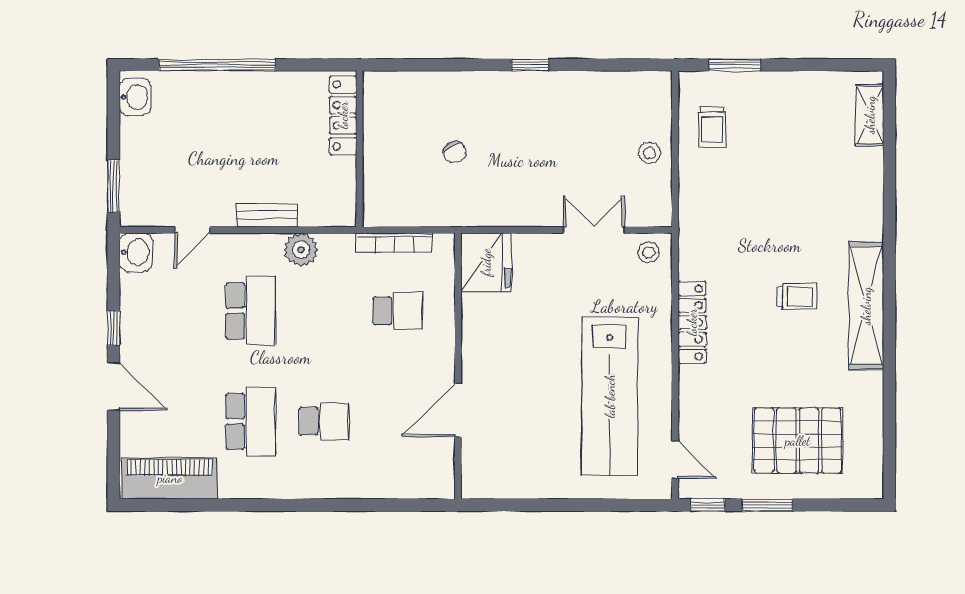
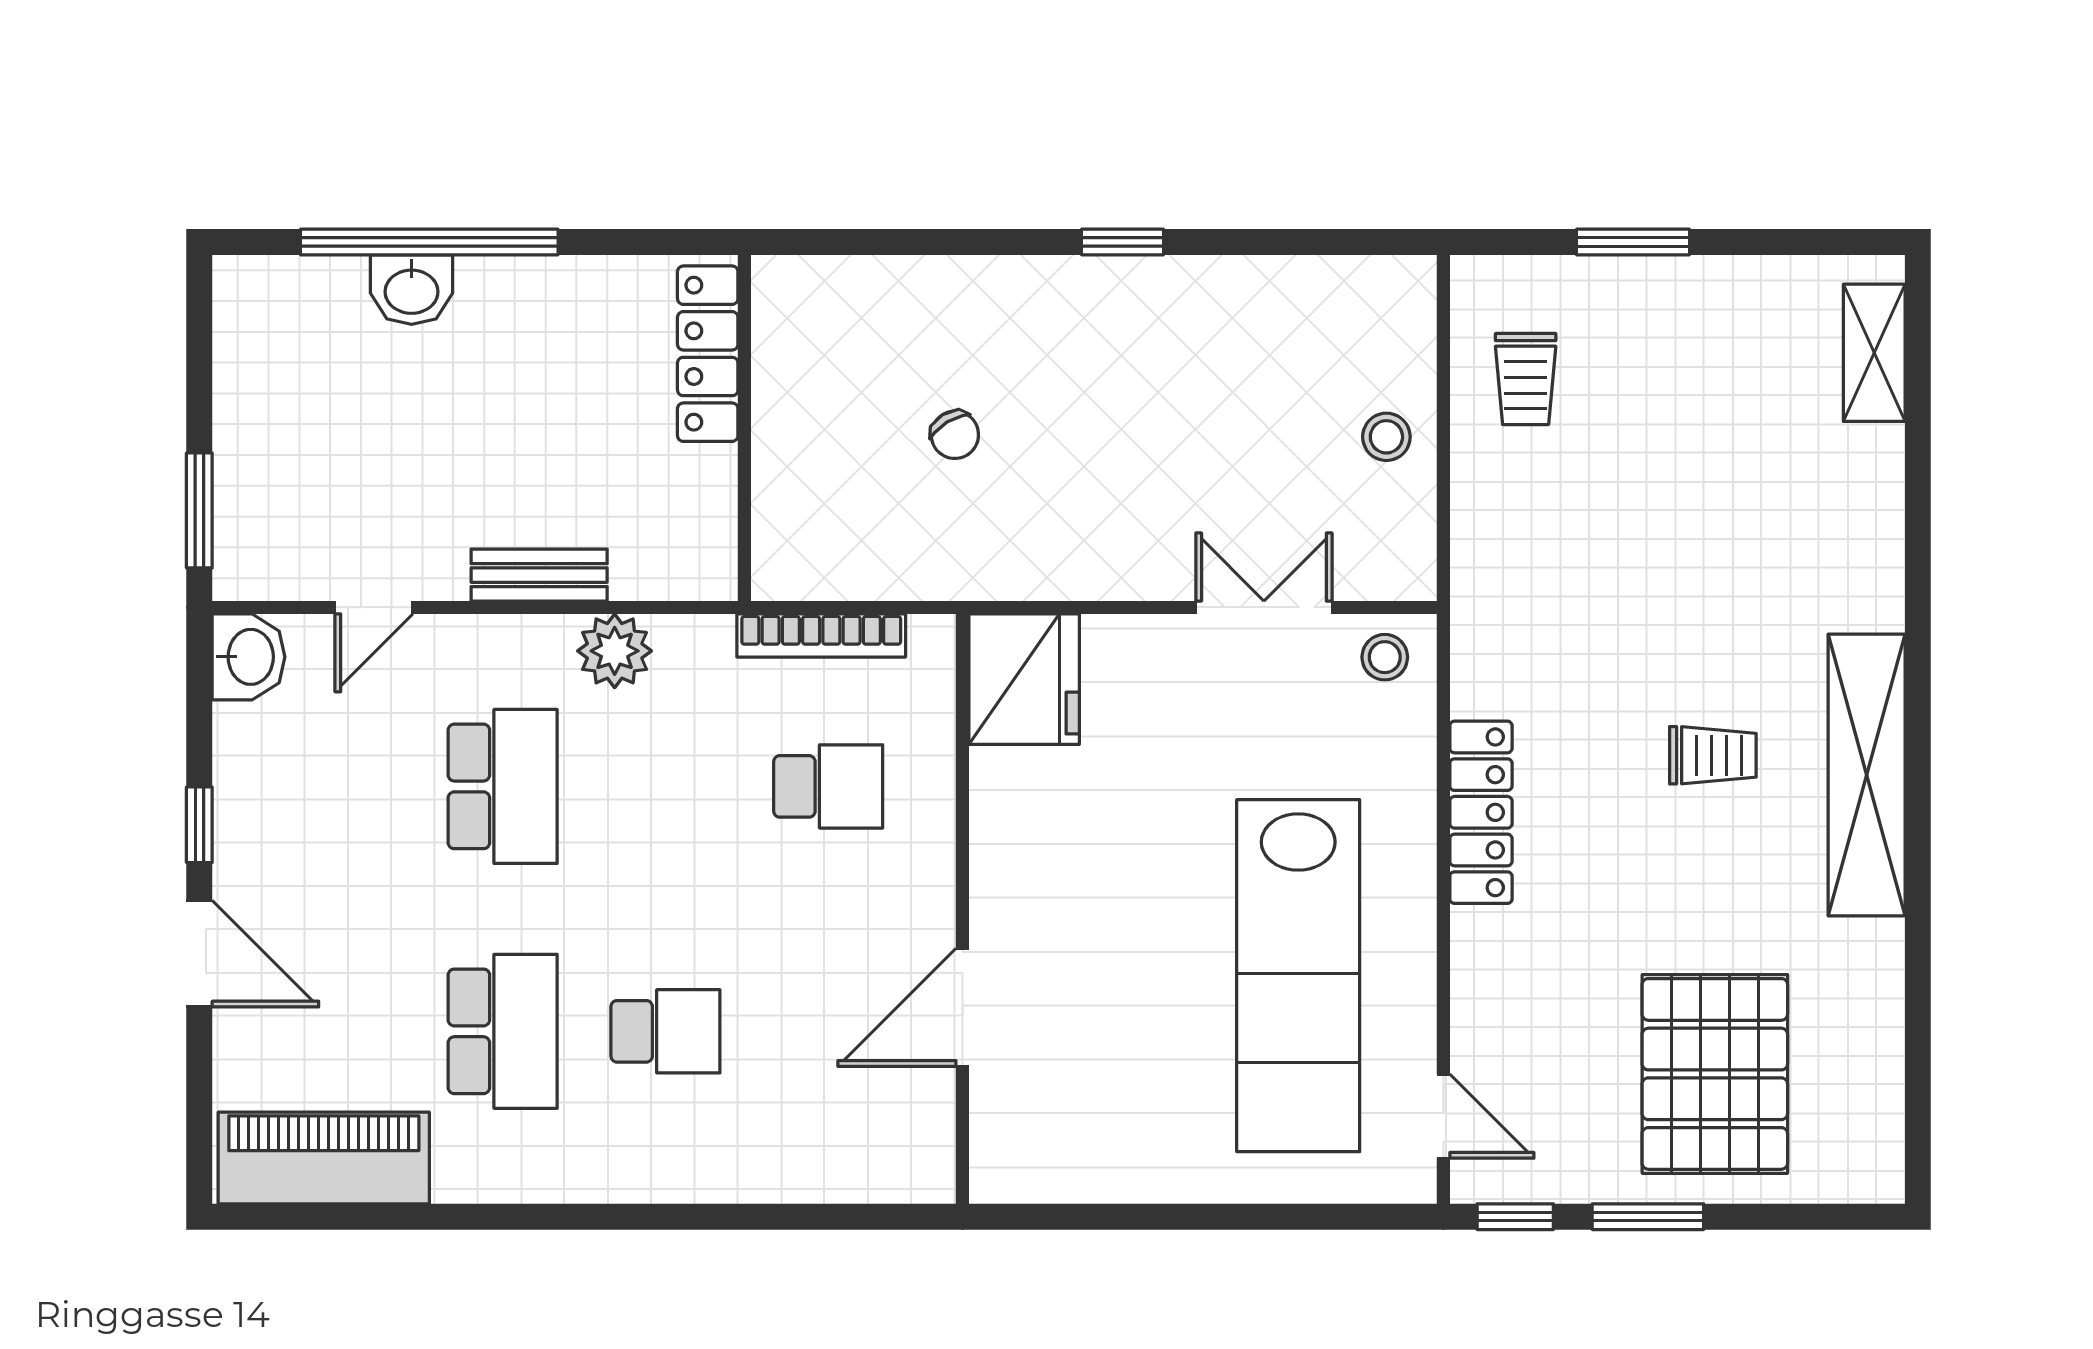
window: (735, 65) -> (1633, 242), moved
washbasin: (135, 97) -> (412, 290), moved, turned 90
pallet: (798, 441) -> (1715, 1074), turned 90

